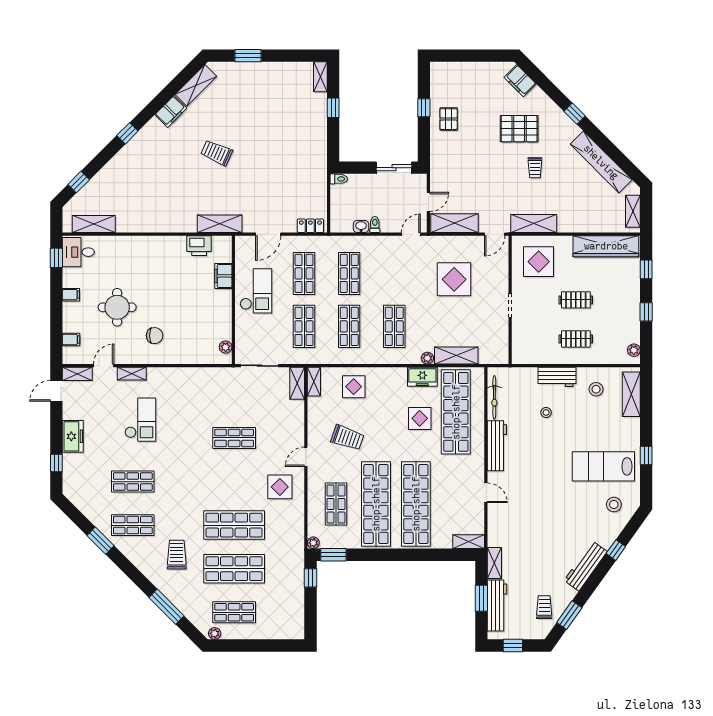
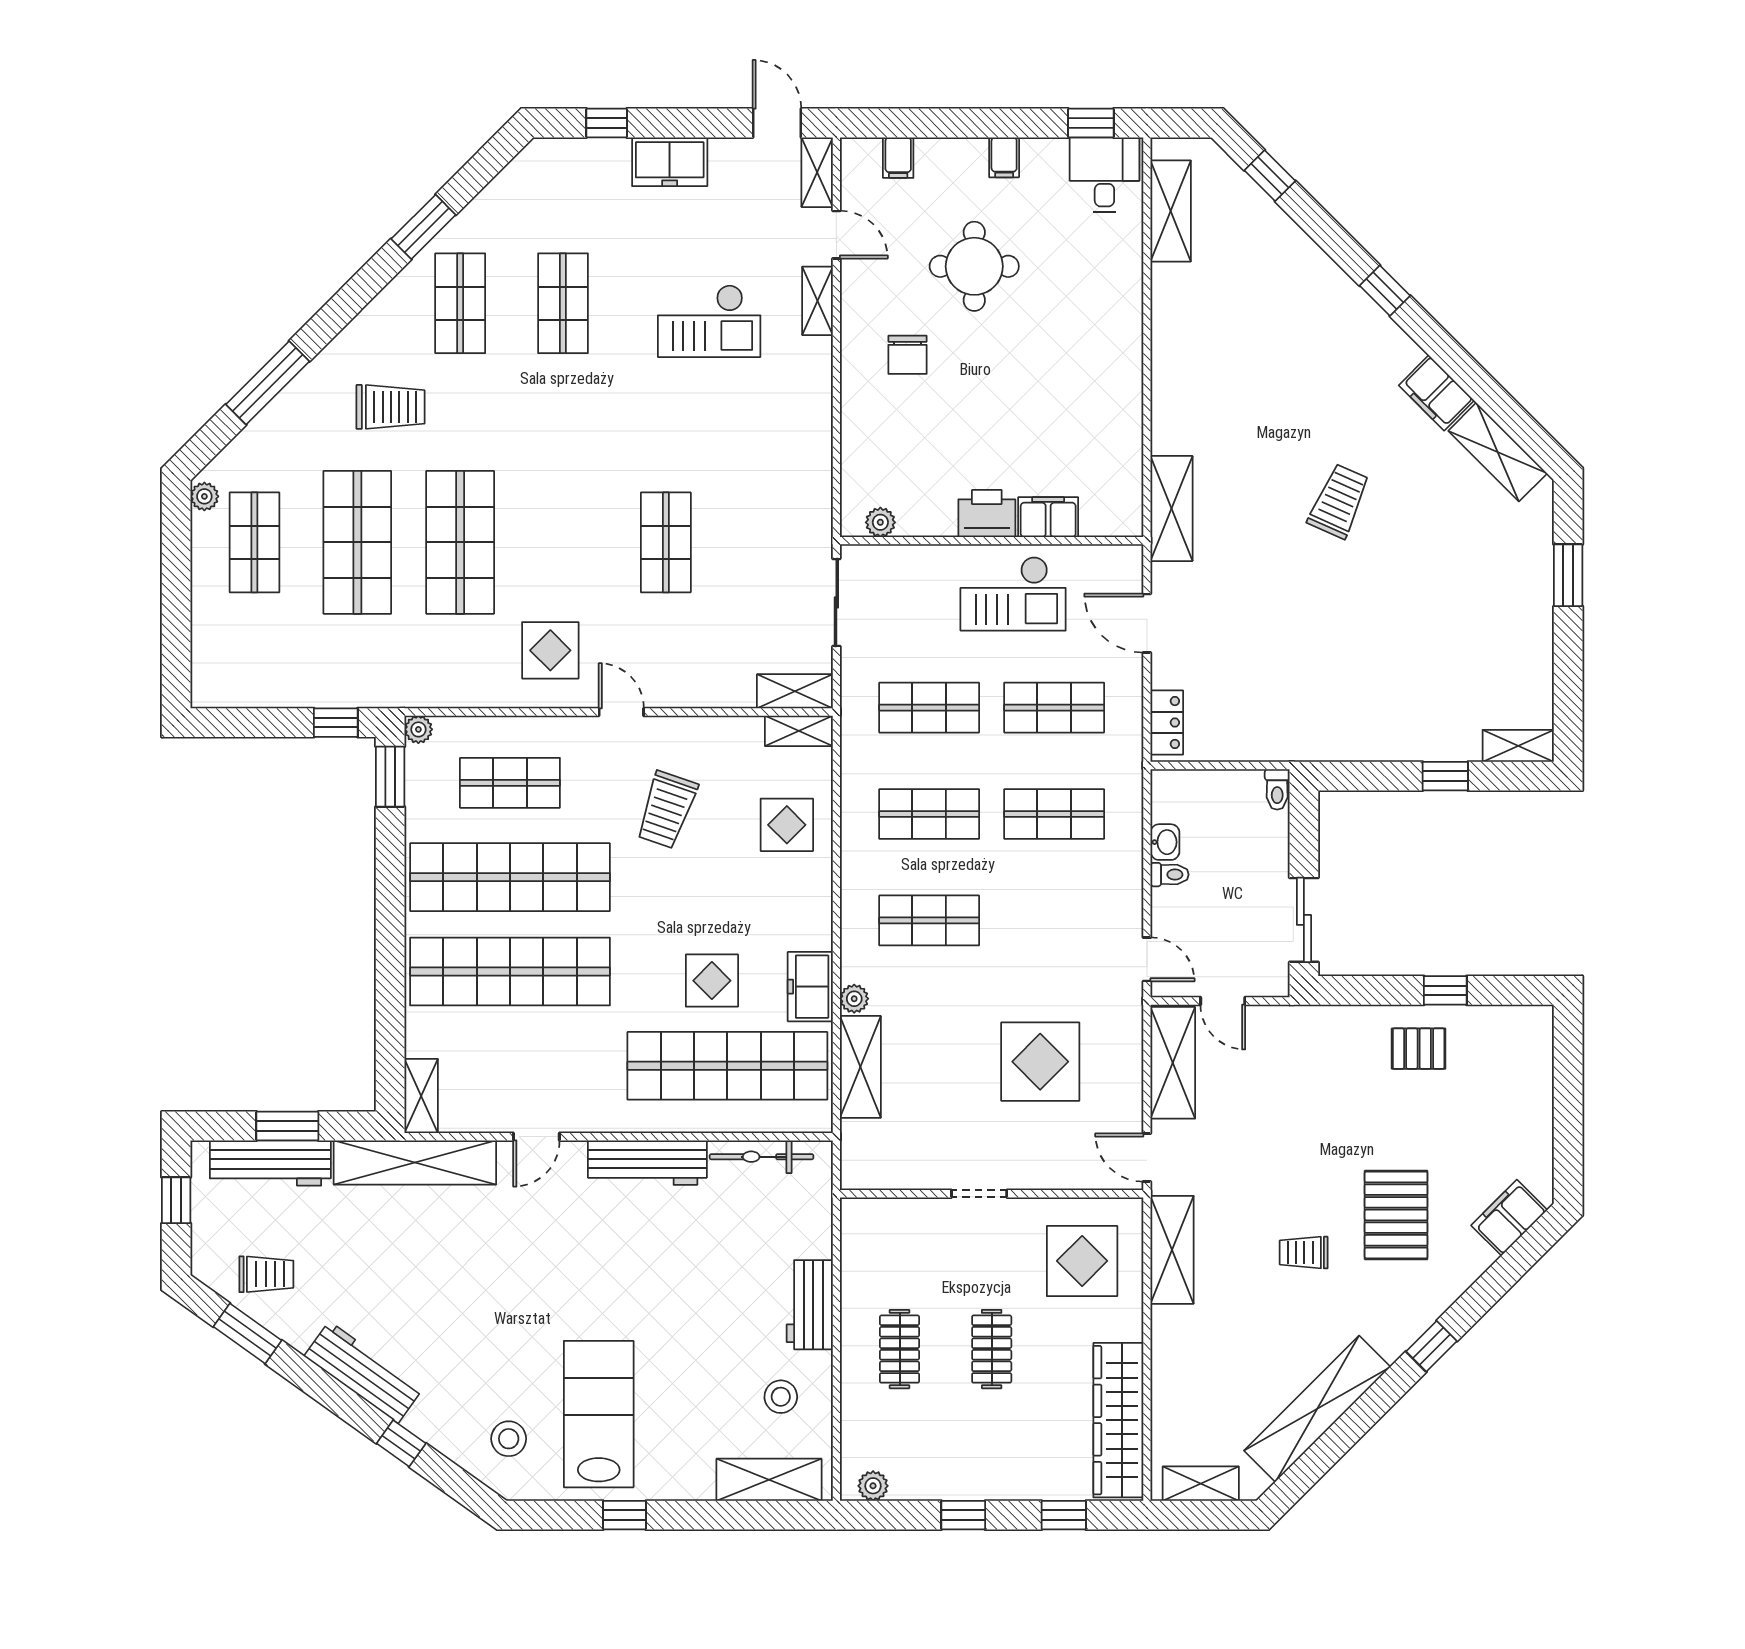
printer: (199, 246) -> (987, 513), moved, turned 90
stool: (546, 413) -> (726, 1279), removed
shelving: (494, 563) -> (415, 1162), width x2.20, depth x1.33

